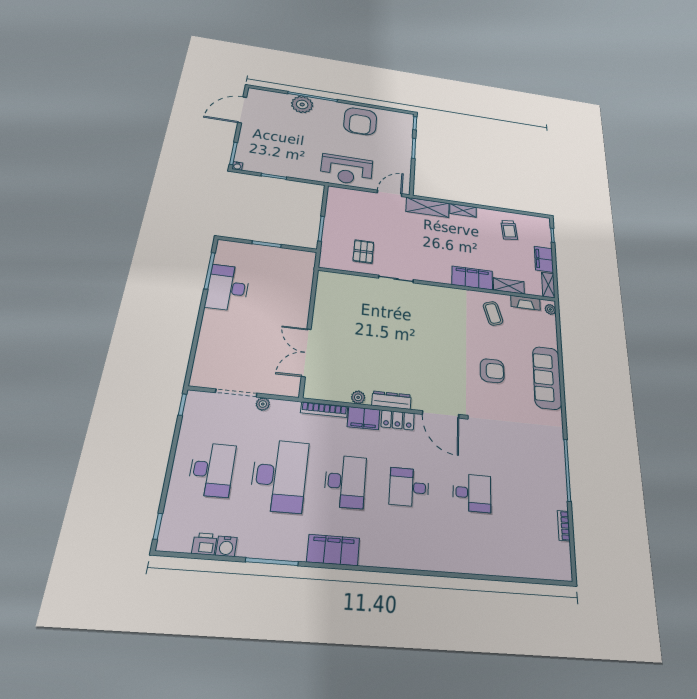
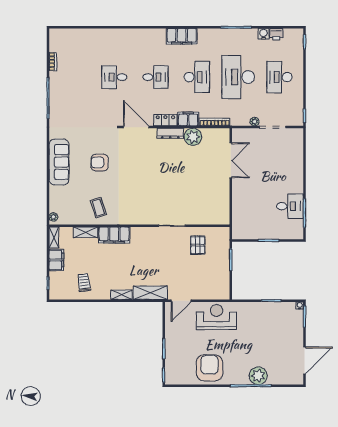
desk: (228, 288) -> (290, 206), width x0.73
fireplace: (526, 303) -> (73, 220), removed
plant: (358, 397) -> (193, 137), width x1.87, depth x1.87
desk: (345, 481) -> (197, 77), turned 180
filing cabinet: (333, 550) -> (182, 36), moved

